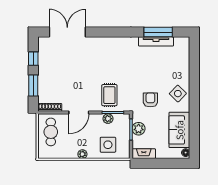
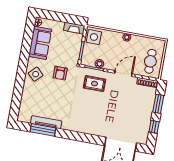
rug: (109, 95) -> (94, 84), turned 90
plant: (139, 129) -> (75, 50), removed
side table: (108, 145) -> (94, 37), moved

